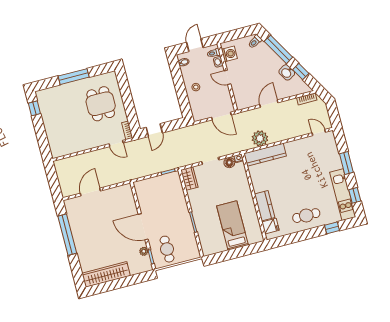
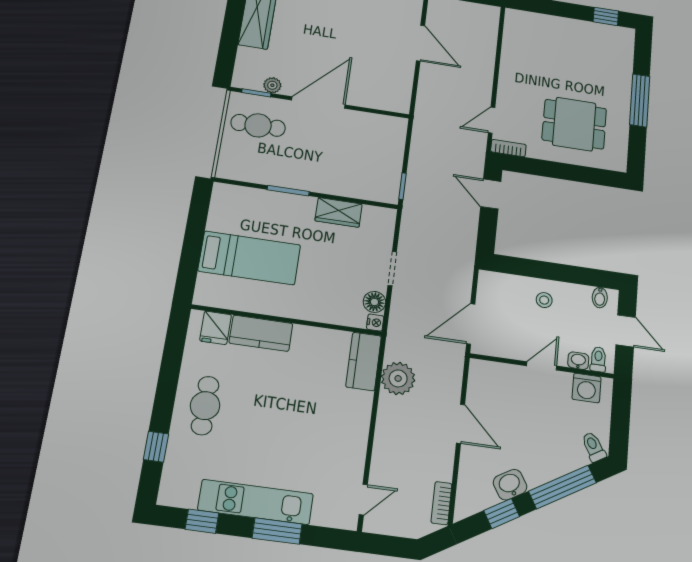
kitchen counter: (265, 155) -> (364, 361), width x0.67
wardrobe: (189, 179) -> (339, 212), moved
kitchen unit: (343, 195) -> (256, 502), moved

